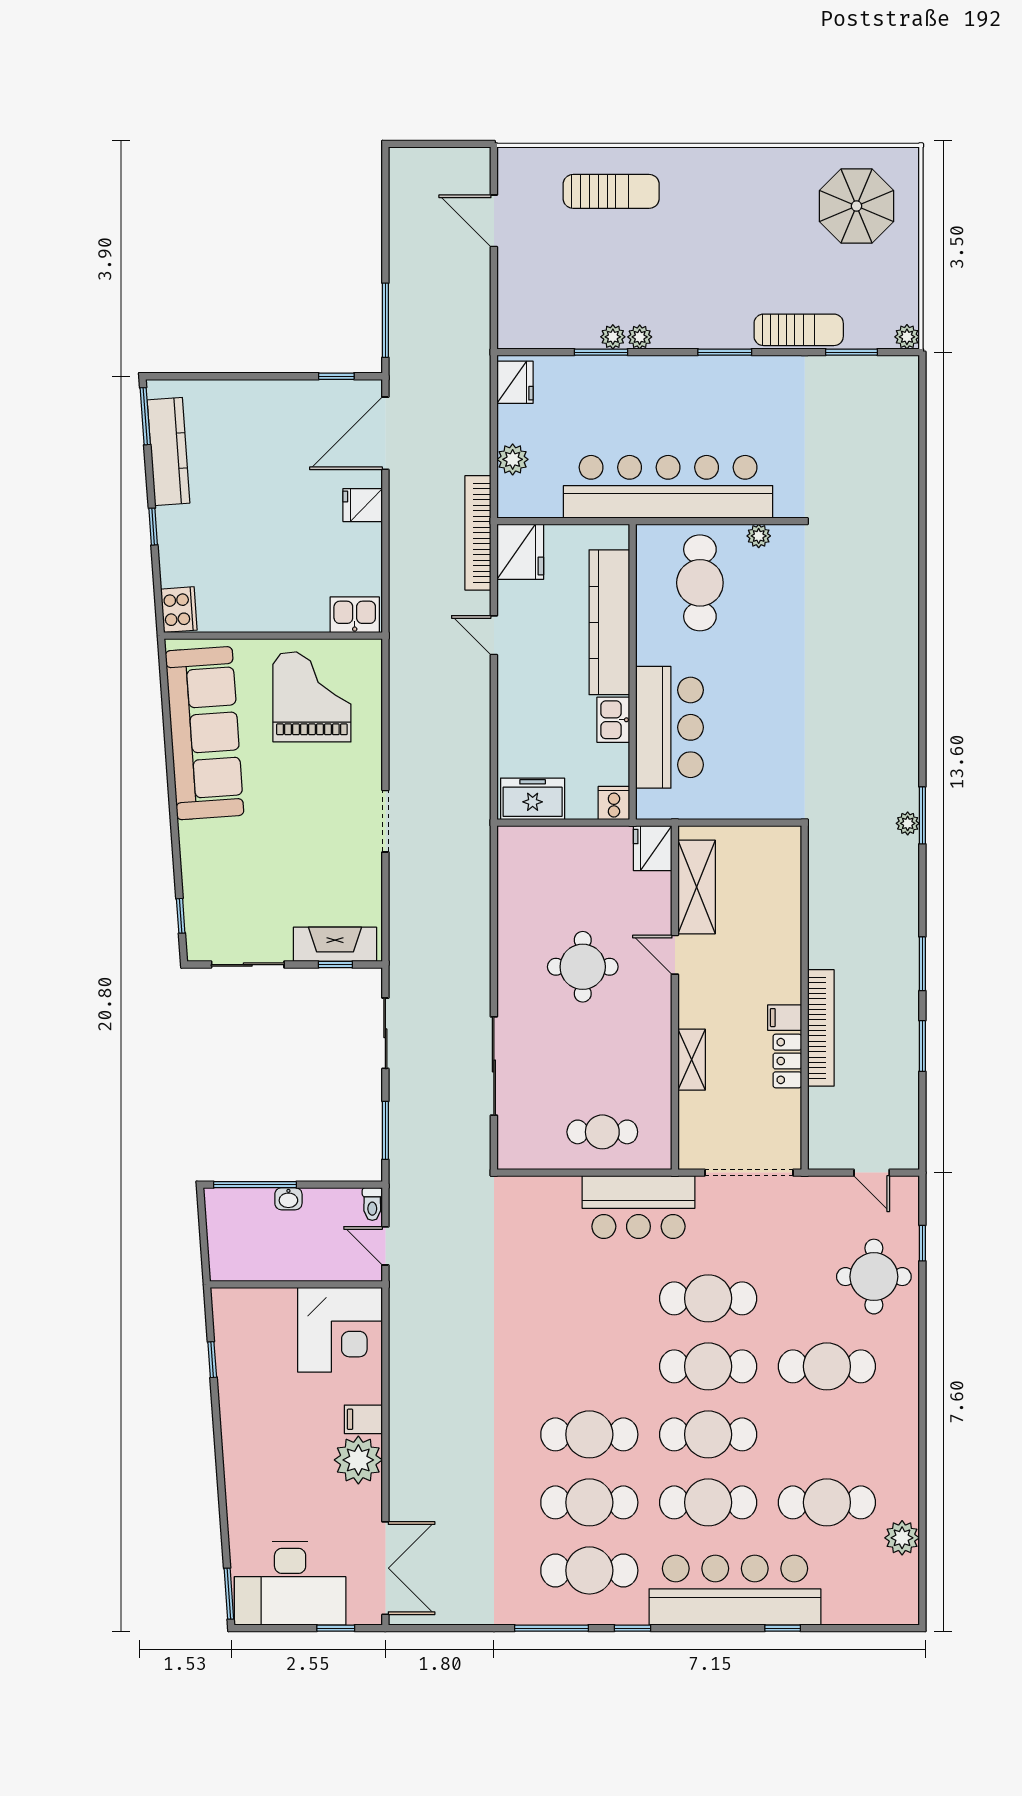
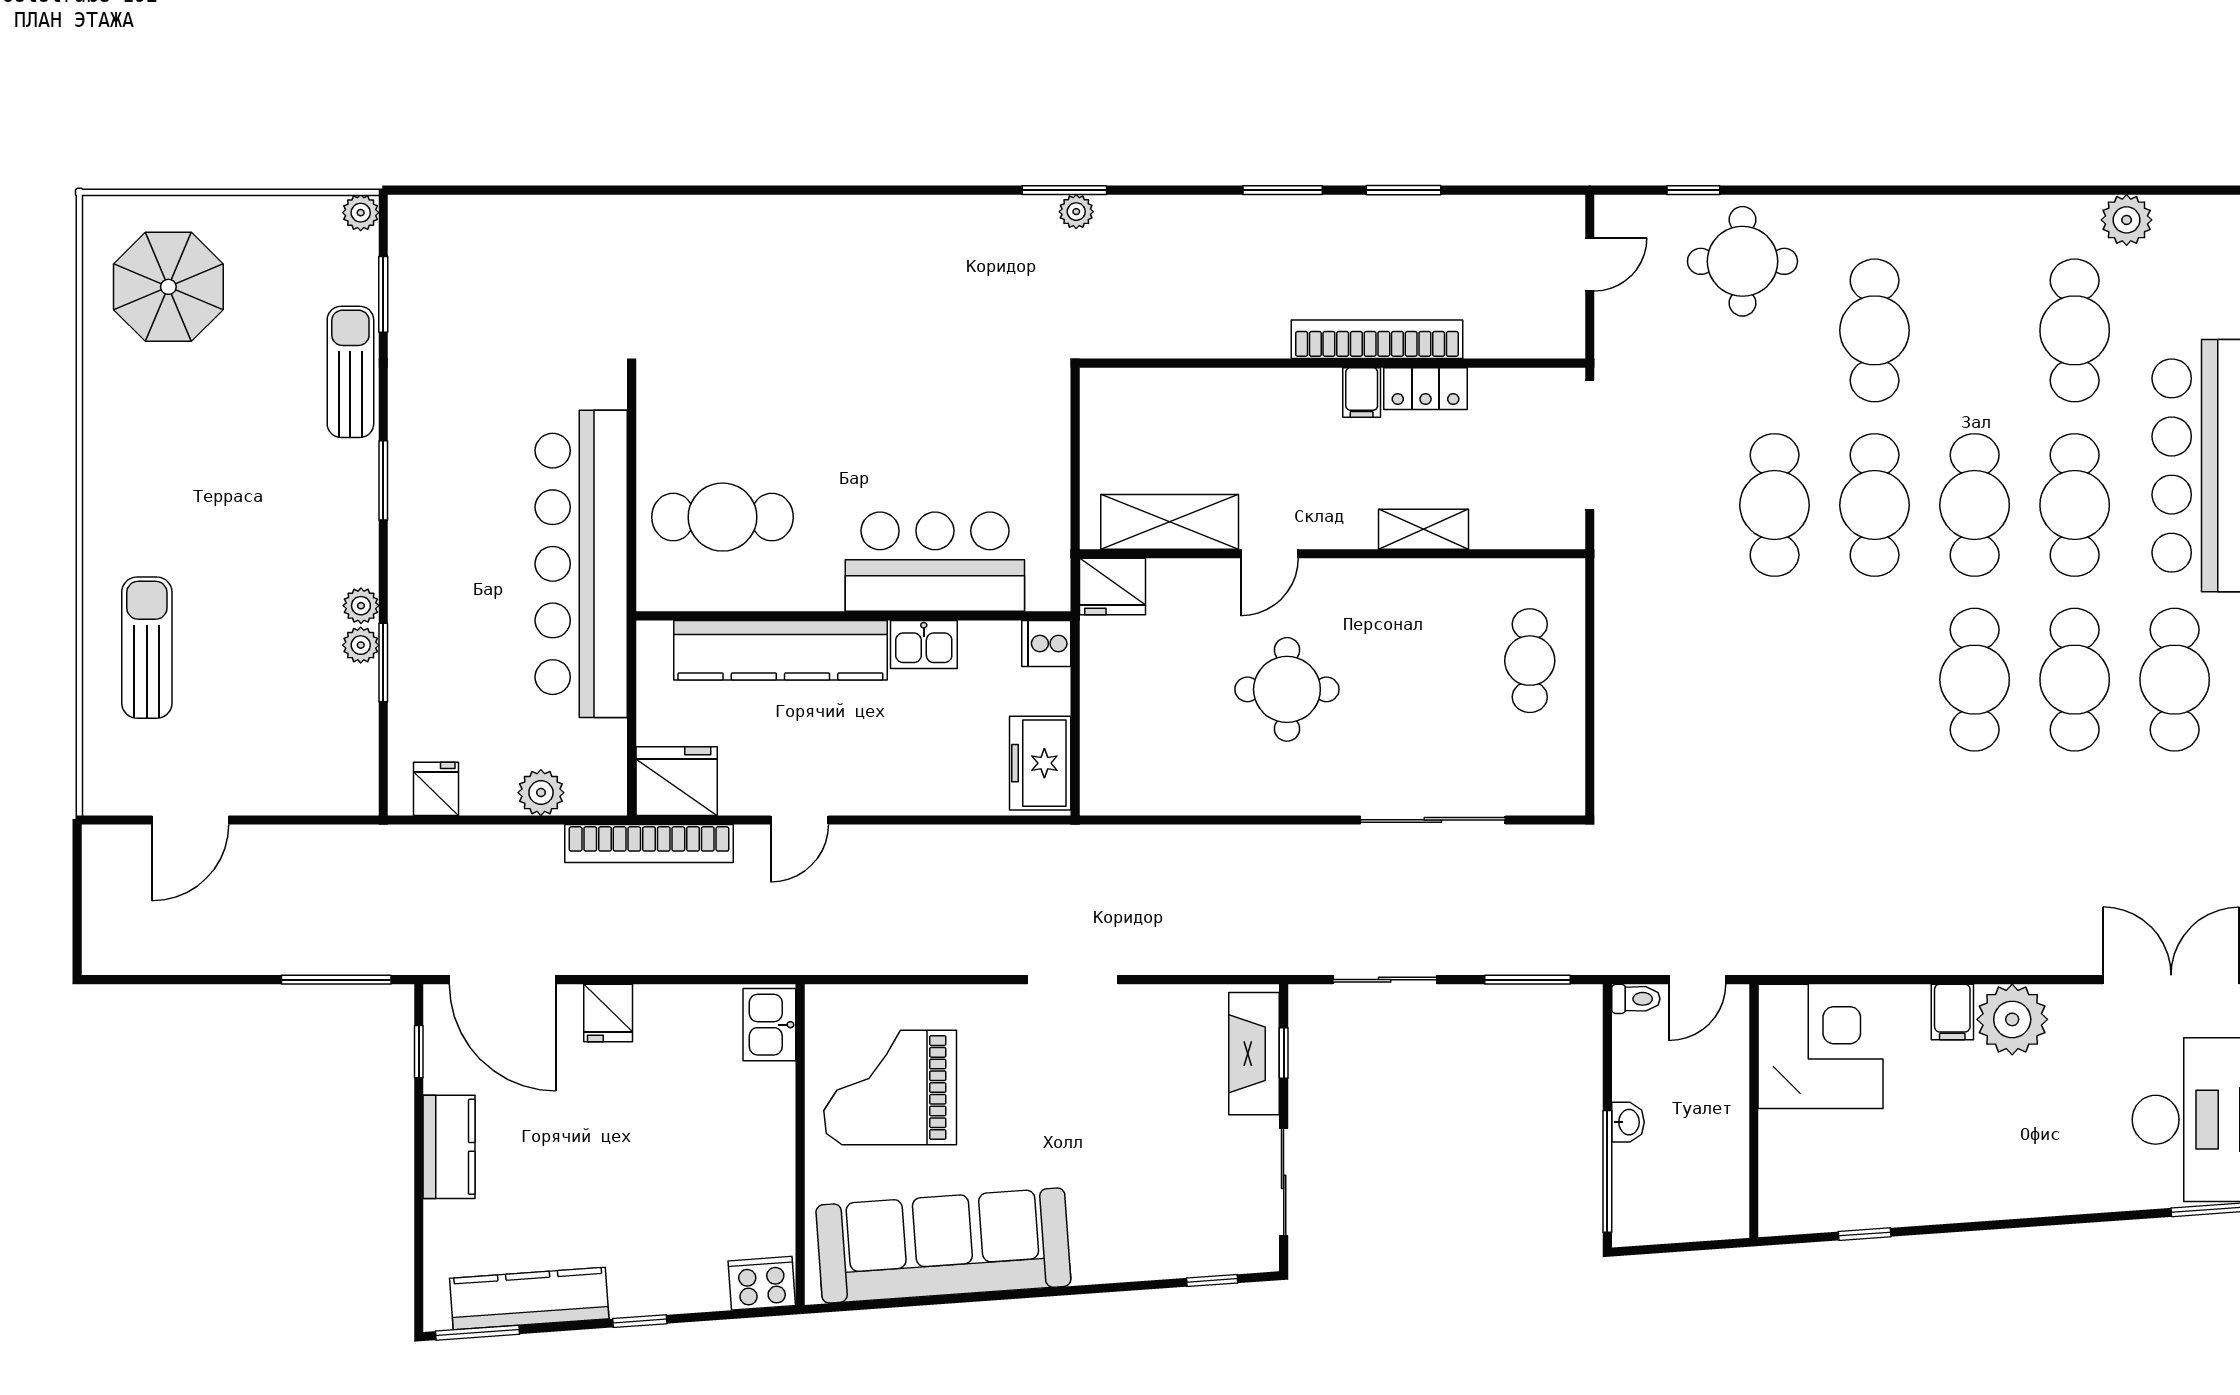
fridge: (515, 382) -> (436, 789), width x0.72
kitchen counter: (272, 397) -> (449, 1147), added
plant: (759, 536) -> (654, 431), removed
bar counter: (638, 1207) -> (1640, 607), removed

